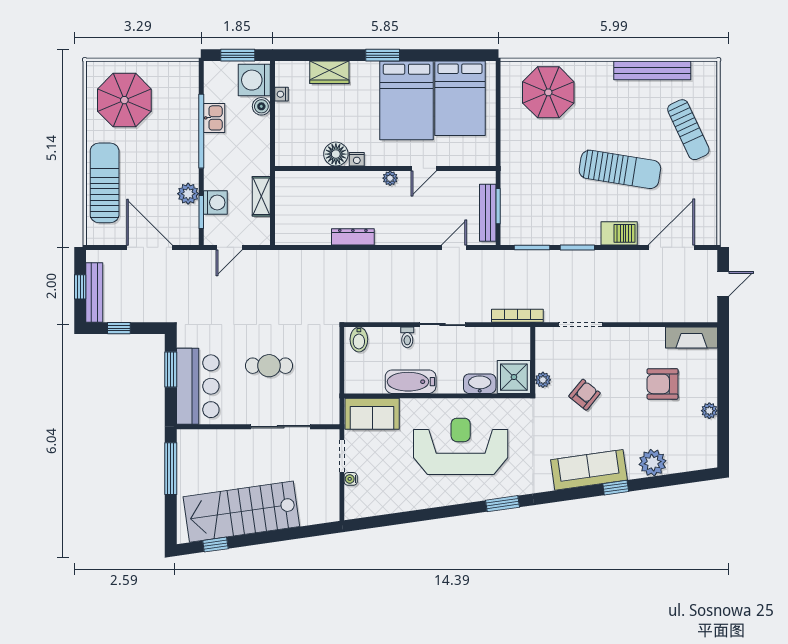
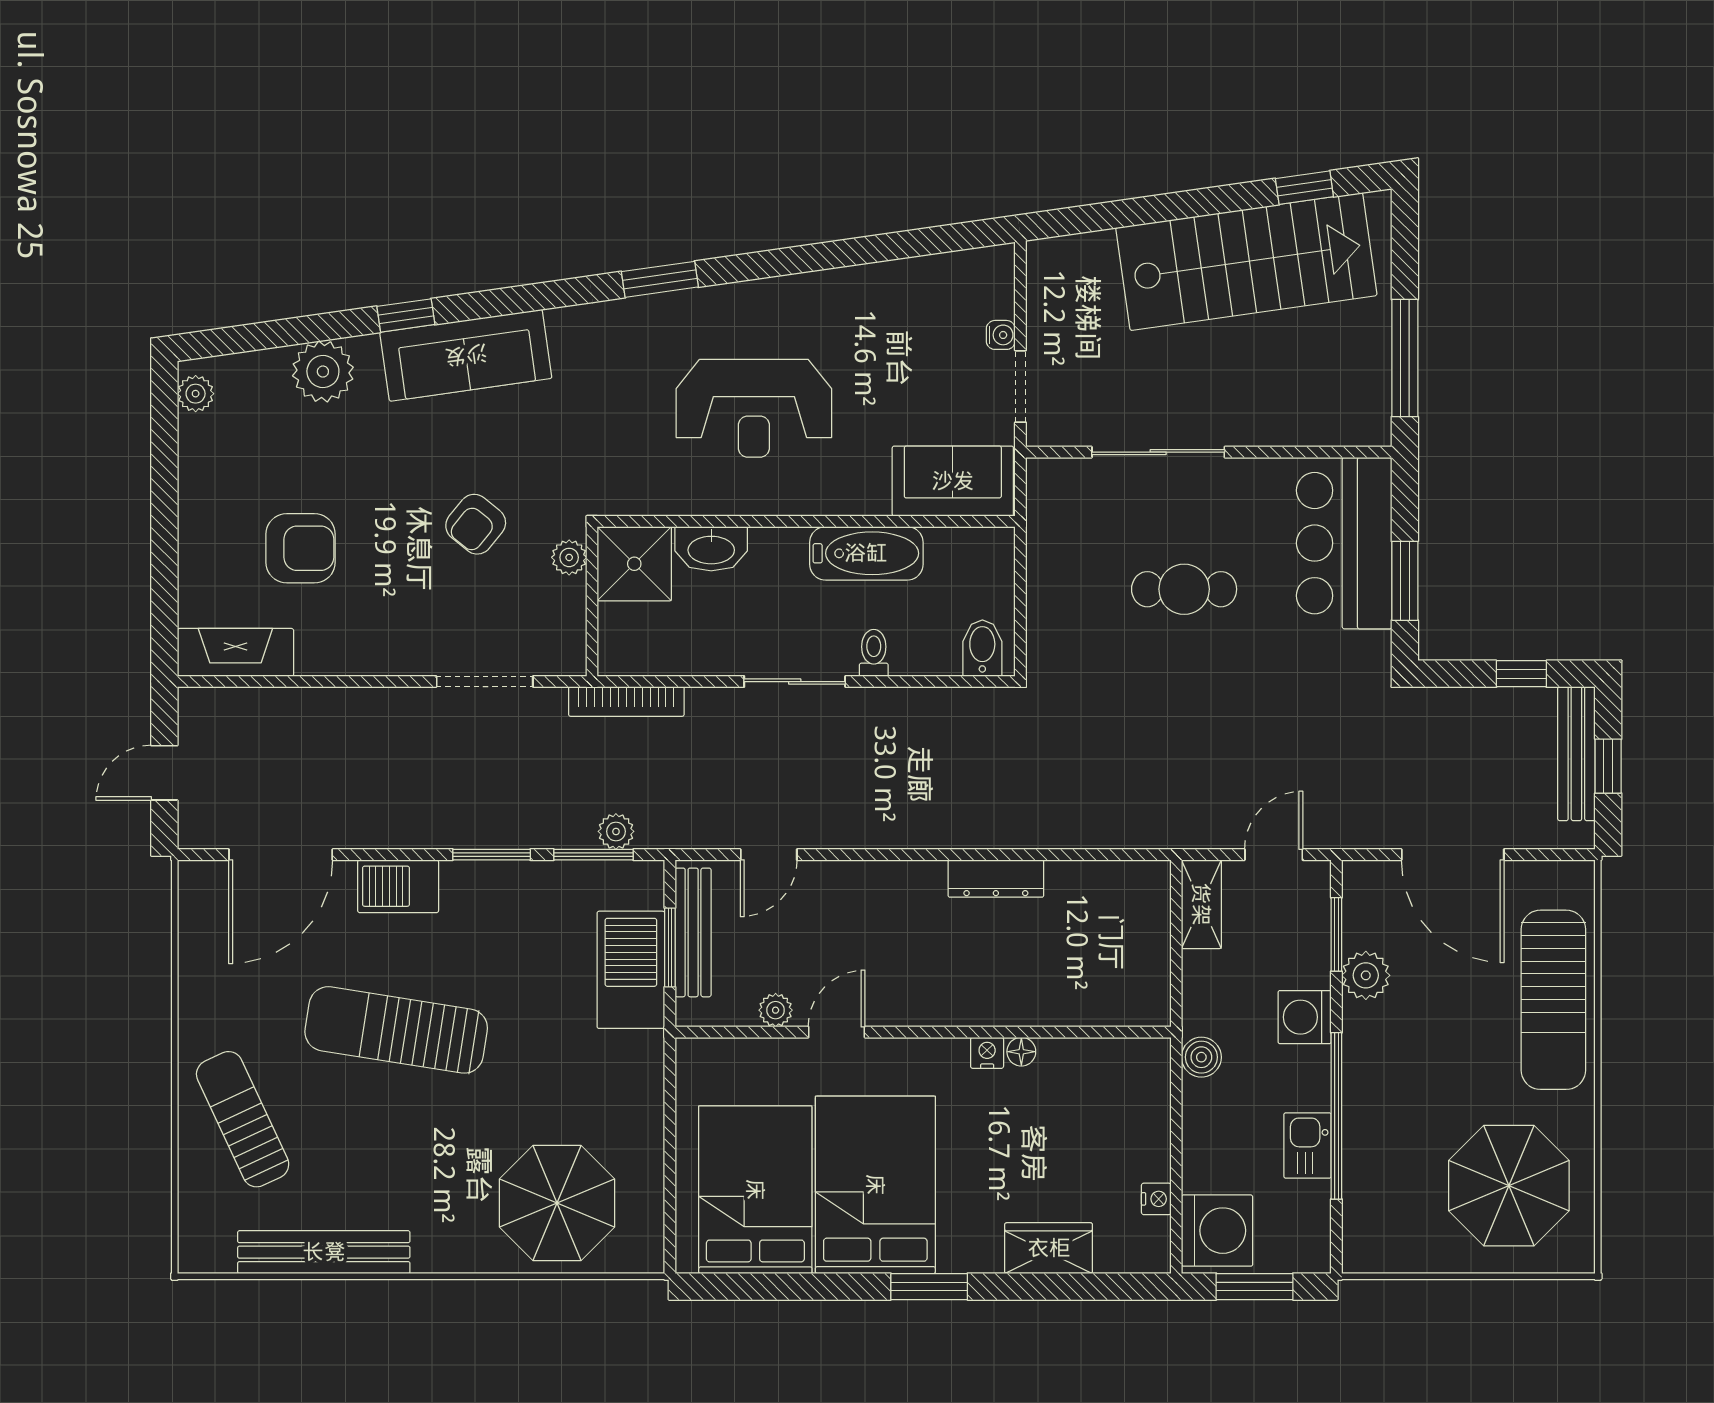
boiler: (261, 106) -> (1201, 1057), moved
floor lamp: (336, 154) -> (1021, 1052), width x0.53, depth x0.53
plant: (390, 178) -> (776, 1010), moved
shelving: (261, 196) -> (1201, 904), moved
barbecue: (515, 196) -> (631, 970), added
washing machine: (215, 202) -> (1305, 1017), moved
plant: (522, 258) -> (616, 831), added
plant: (709, 411) -> (196, 394), moved
reception desk: (461, 446) -> (754, 408), width x0.74, depth x0.77

